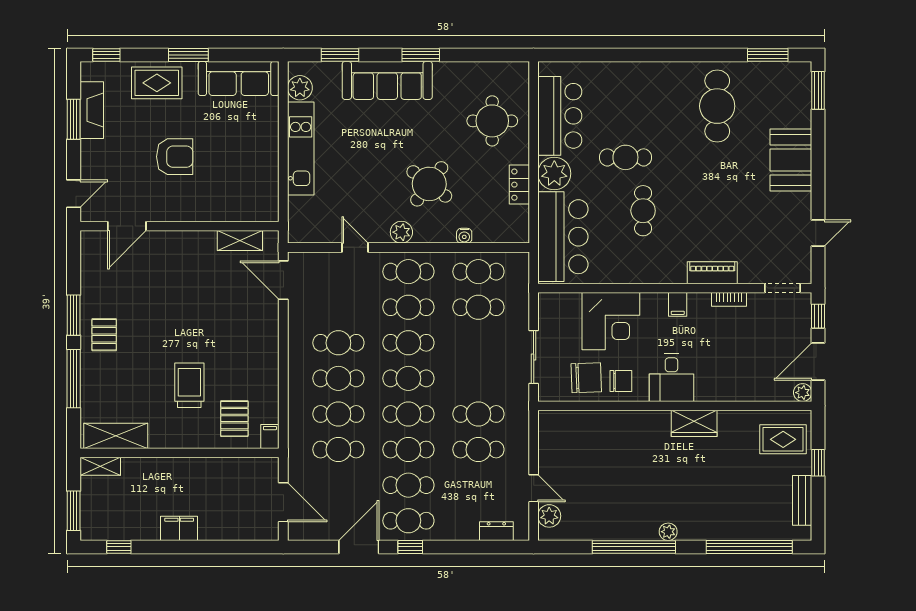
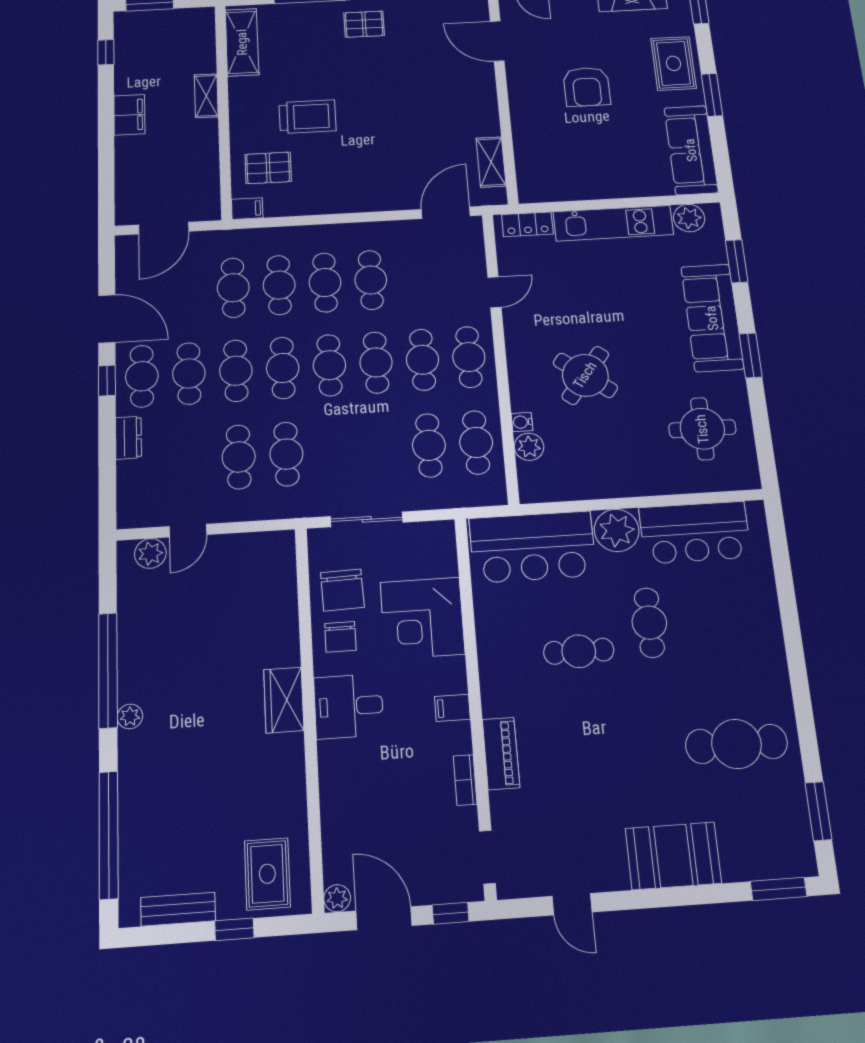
round table: (492, 121) -> (702, 429), moved
locker: (519, 185) -> (527, 224), moved, turned 180
plant: (401, 232) -> (529, 447), moved
wardrobe: (694, 423) -> (284, 700), moved
shelving: (100, 466) -> (206, 96), moved
dresser: (496, 531) -> (129, 438), moved

